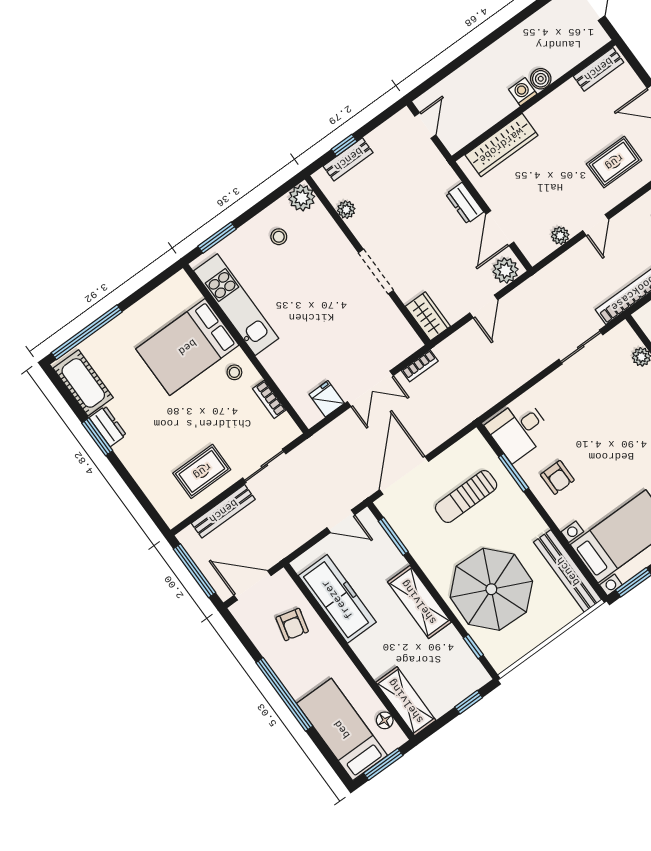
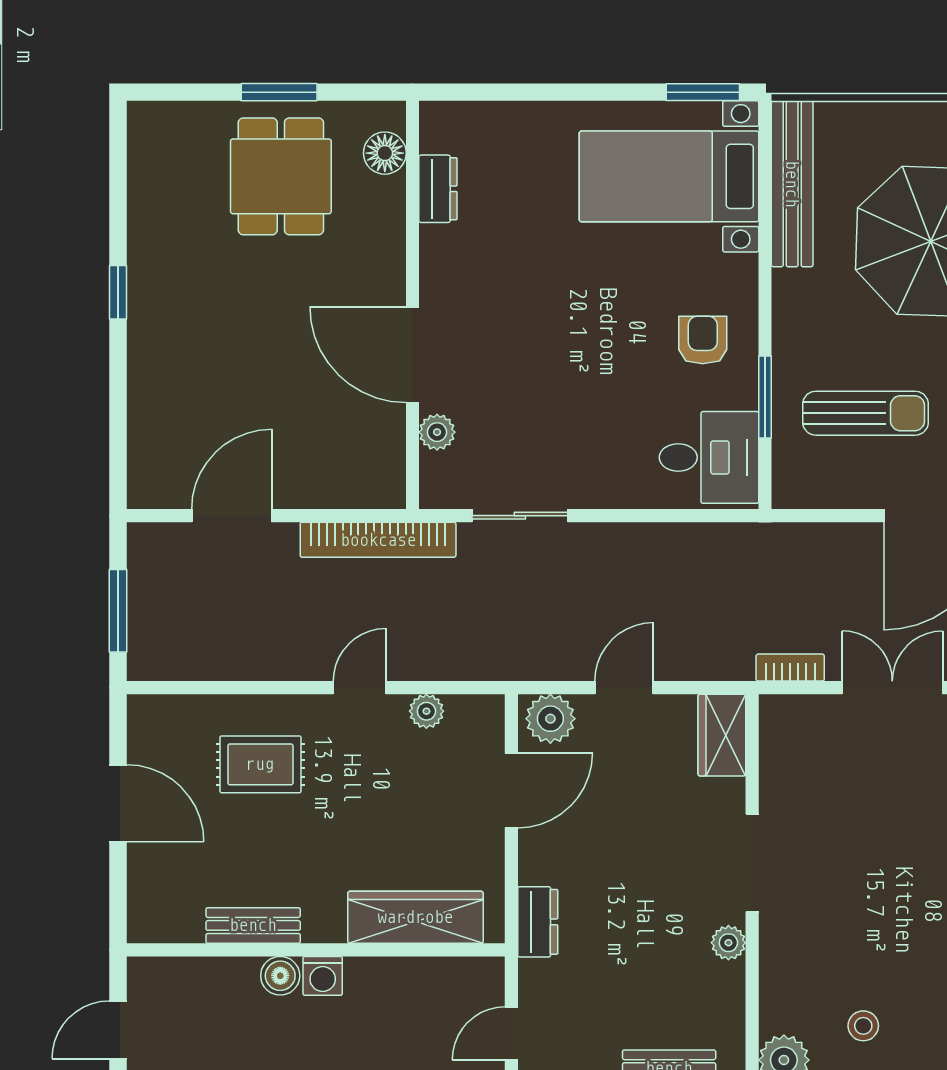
bench: (598, 69) -> (253, 925), moved
dresser: (465, 203) -> (538, 922), moved
plant: (346, 210) -> (728, 943), moved

